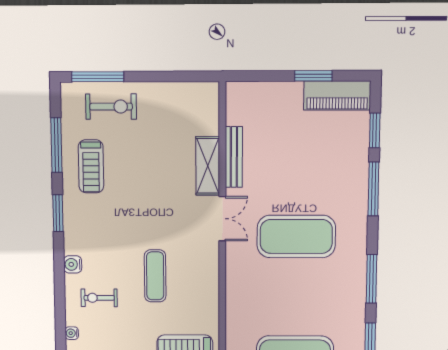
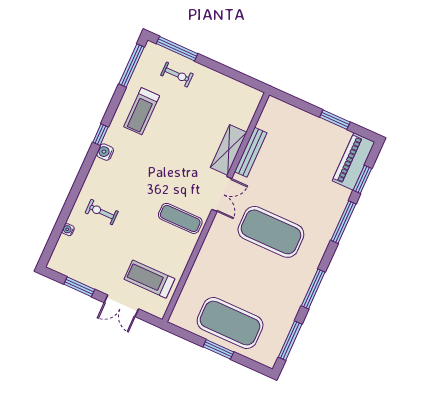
piano: (337, 95) -> (354, 161), moved, turned 90
exercise bike: (111, 107) -> (177, 75), width x0.73, depth x0.72
window: (56, 145) -> (132, 65), moved
window: (58, 213) -> (100, 135), width x0.67
water cooler: (73, 264) -> (105, 152), moved
exercise mat: (155, 276) -> (180, 218), moved, turned 90

